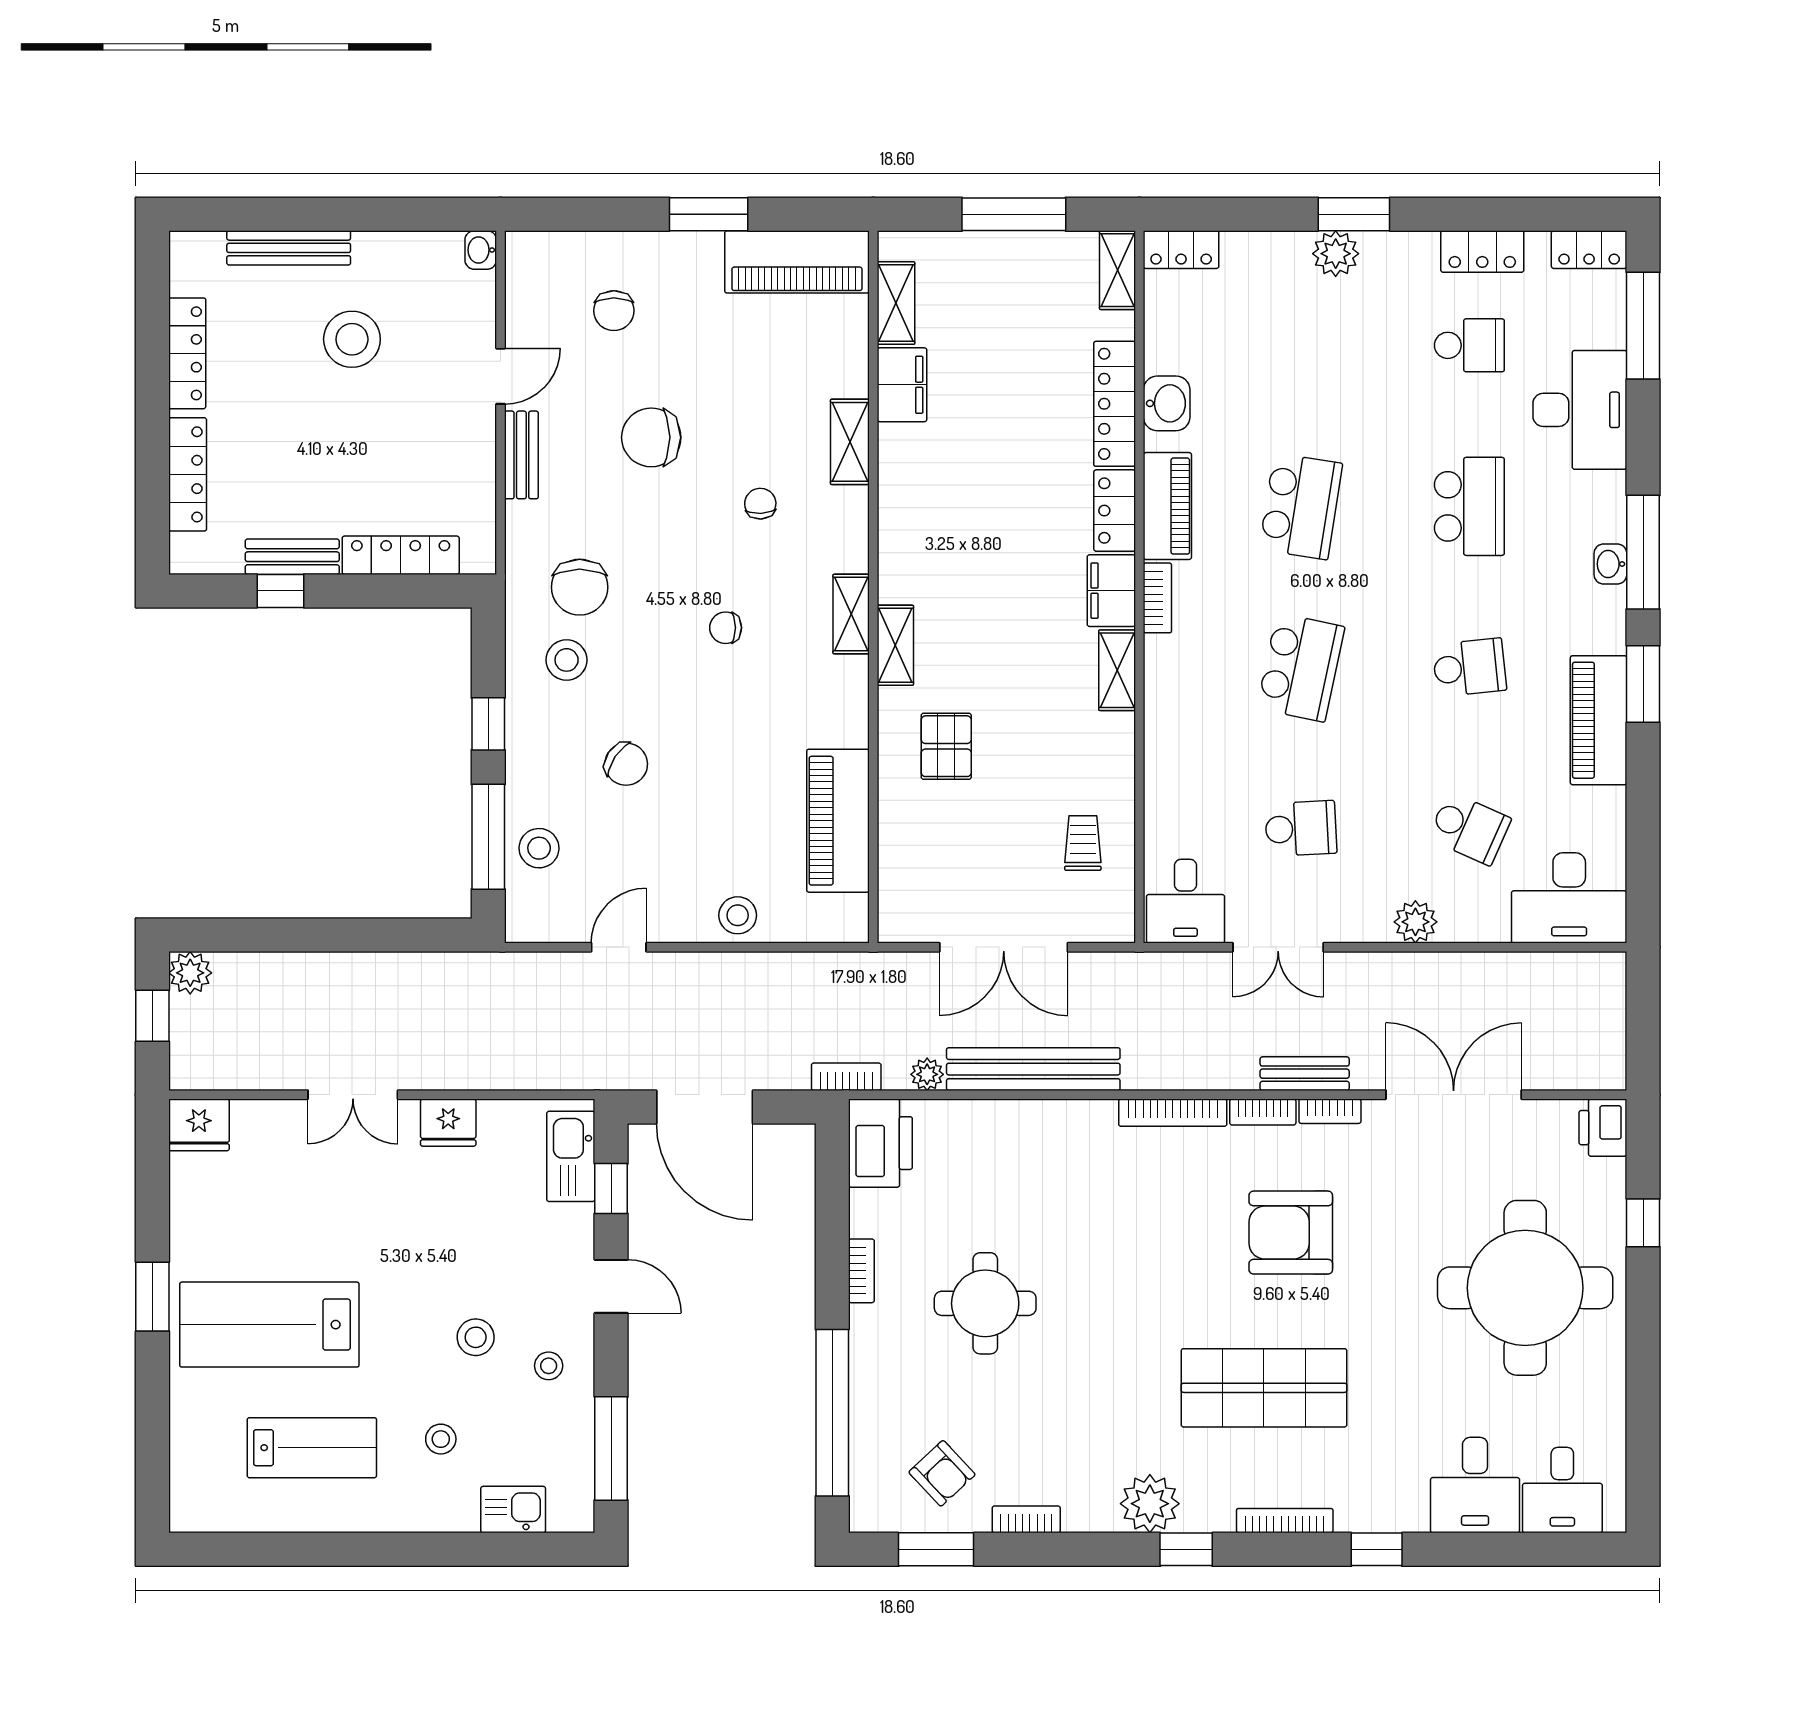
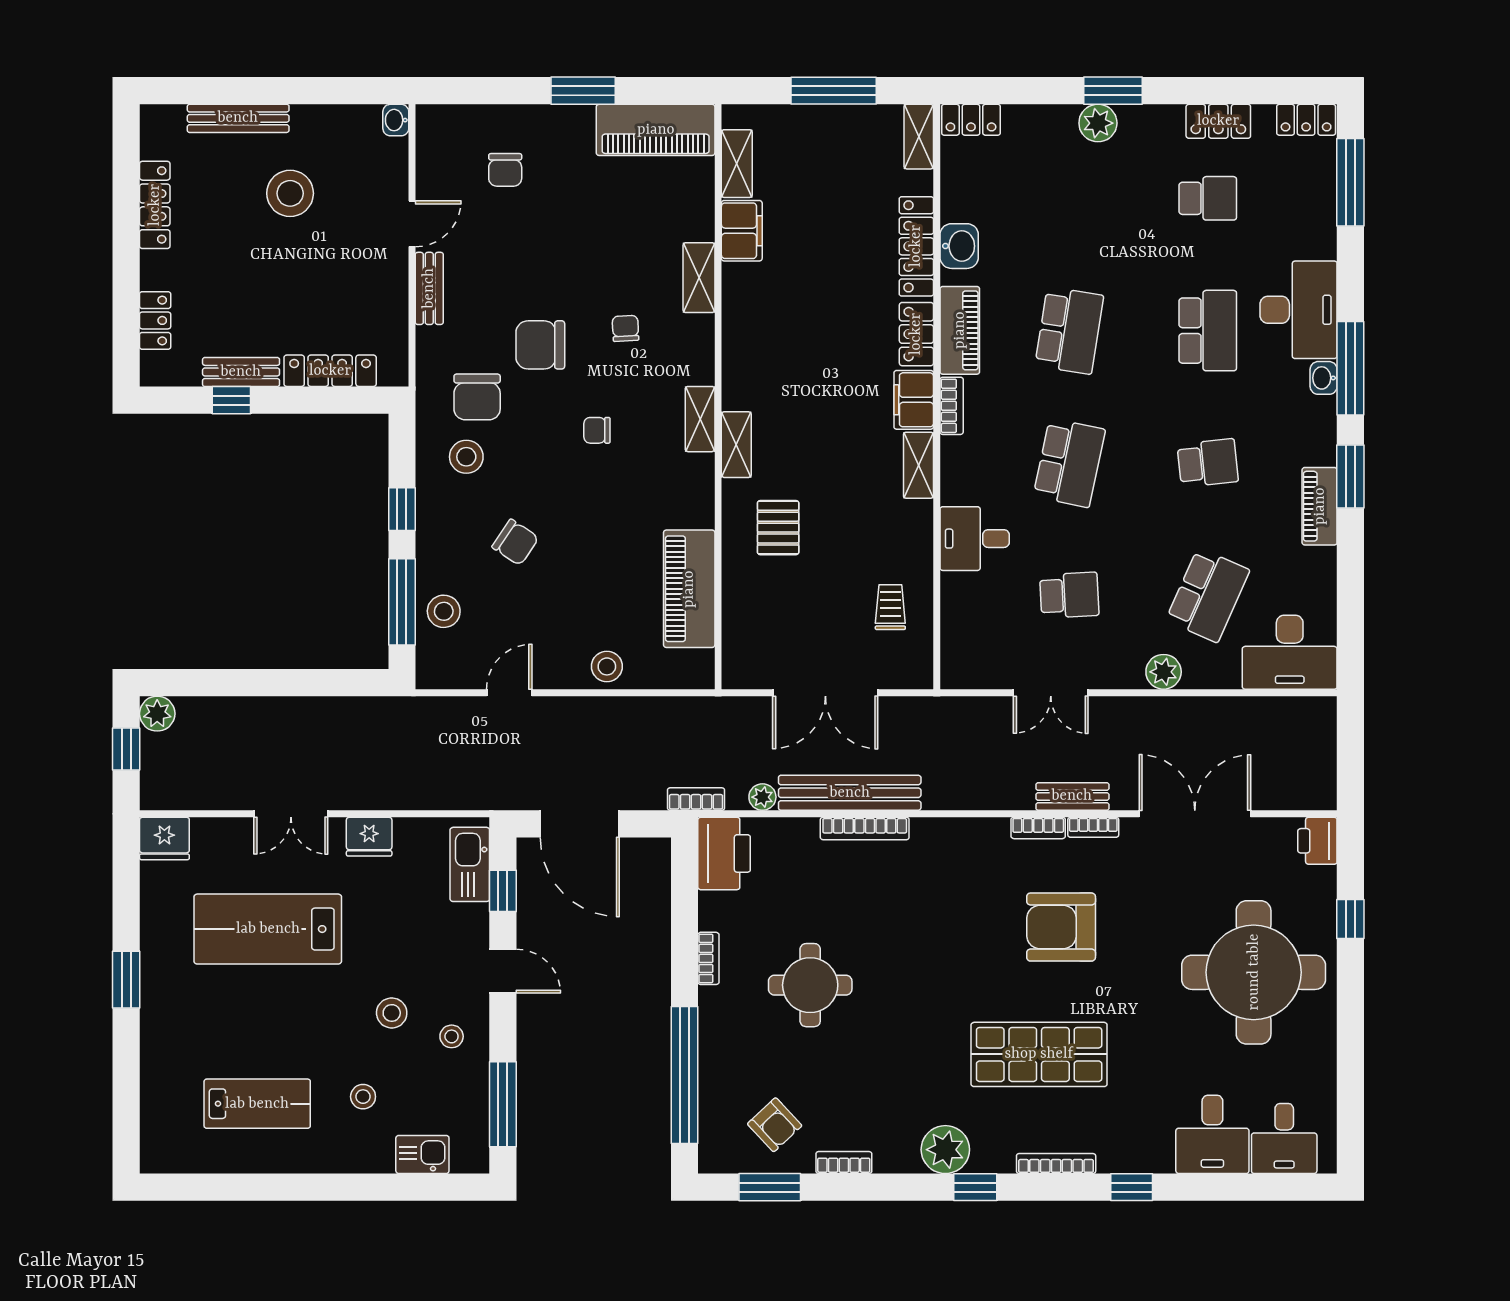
desk: (1580, 410) -> (1299, 310), moved
chair: (651, 437) -> (540, 345), moved
locker: (188, 474) -> (155, 320), width x0.66
piano: (1599, 720) -> (1320, 506), width x0.73, depth x0.75
school desk: (1469, 828) -> (1208, 595), width x1.85
desk: (1185, 901) -> (975, 539), moved, turned 90
bookcase: (1173, 1113) -> (865, 828), moved
lab bench: (269, 1325) -> (268, 929), moved

